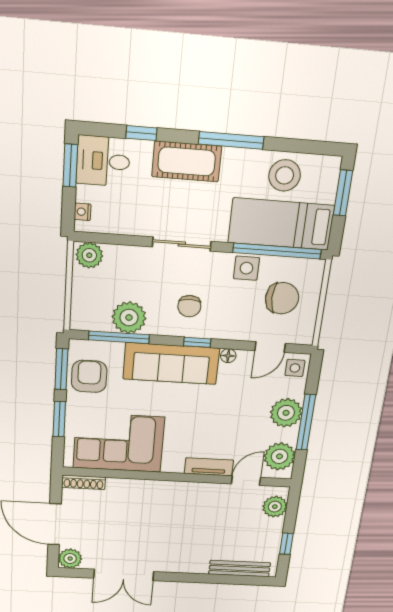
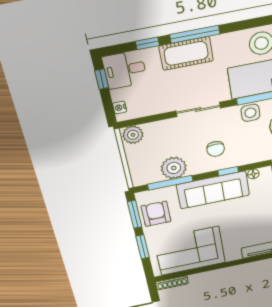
window: (231, 140) -> (195, 34), moved
window: (70, 166) -> (102, 79), width x0.67

